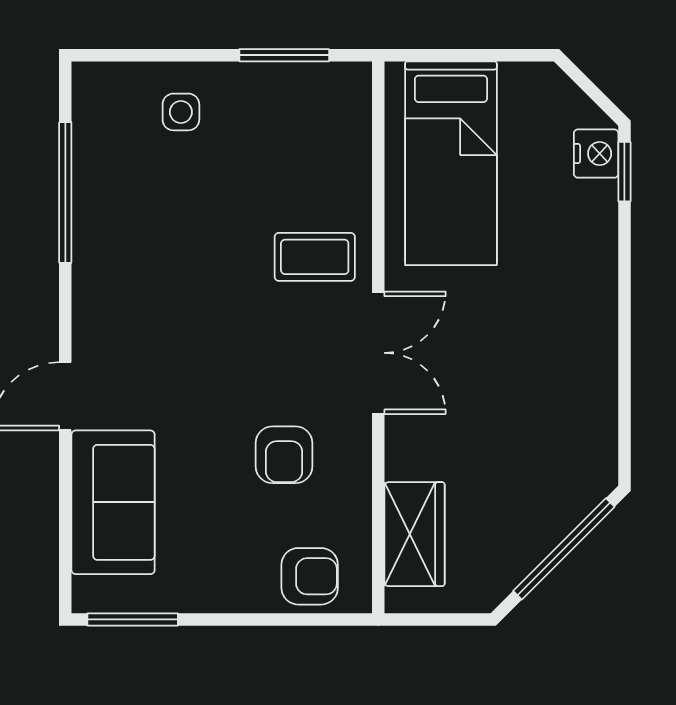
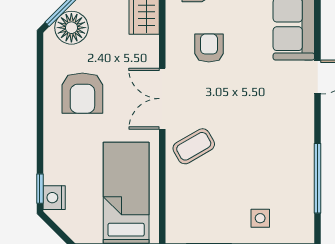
coffee table: (315, 257) -> (194, 146), turned -30
armchair: (539, 364) -> (82, 93), added
floor lamp: (561, 496) -> (71, 28), added

